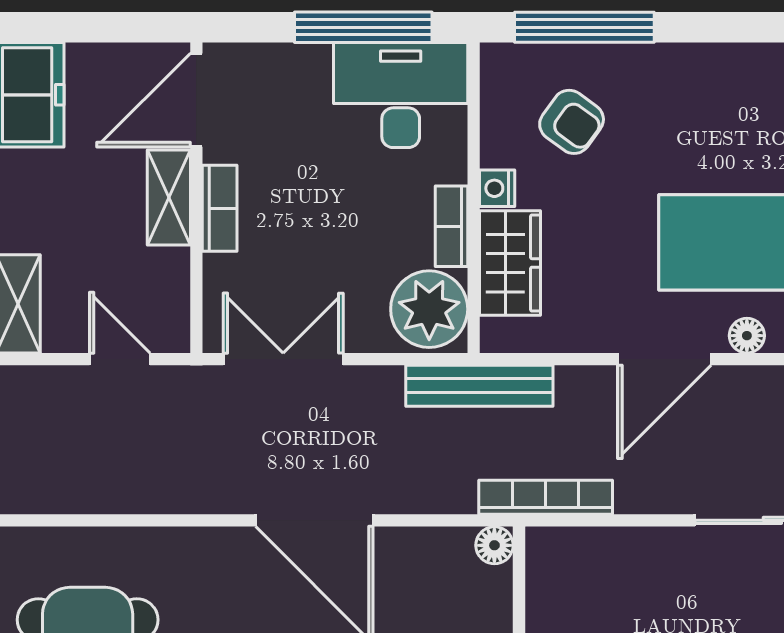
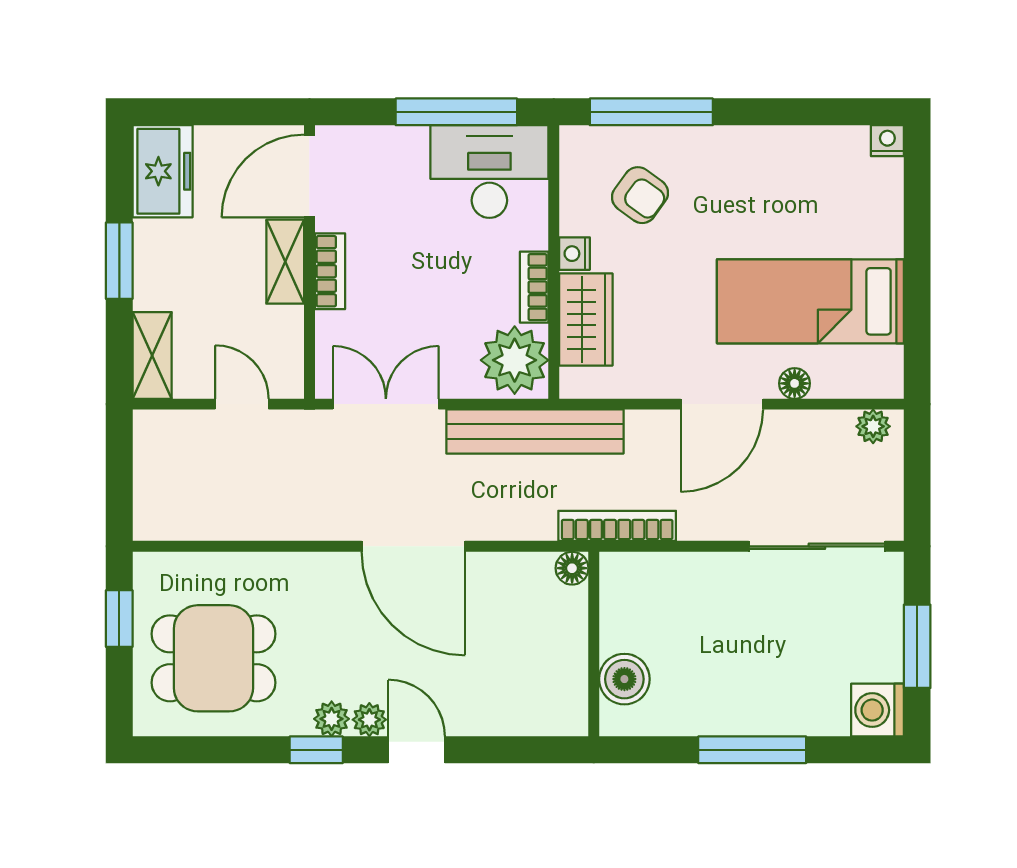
bench: (479, 386) -> (535, 432), width x1.37, depth x1.21

